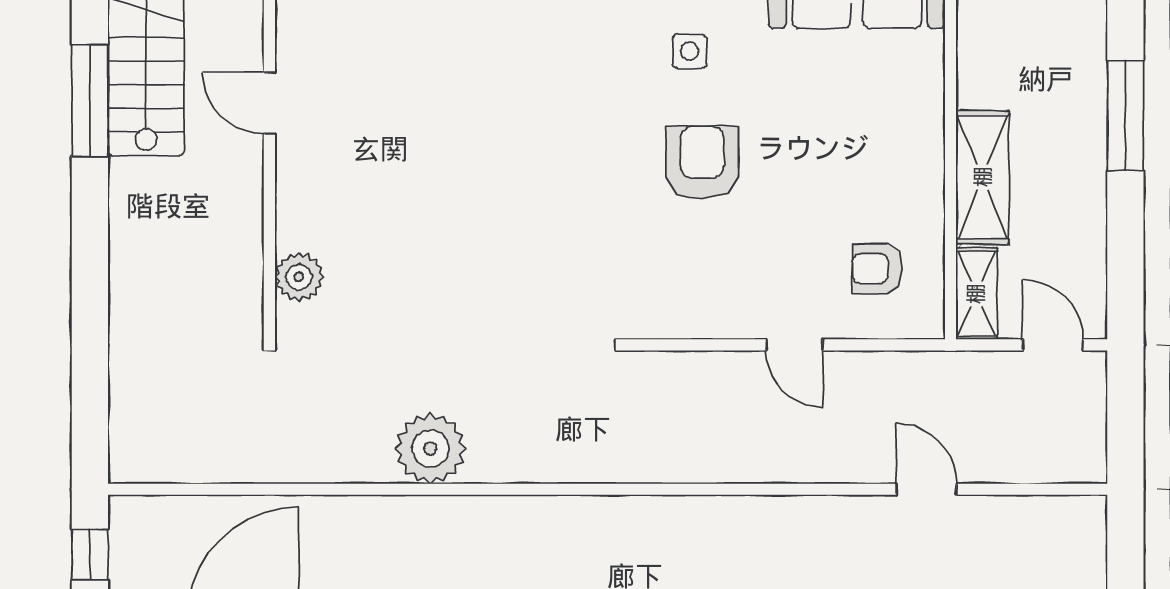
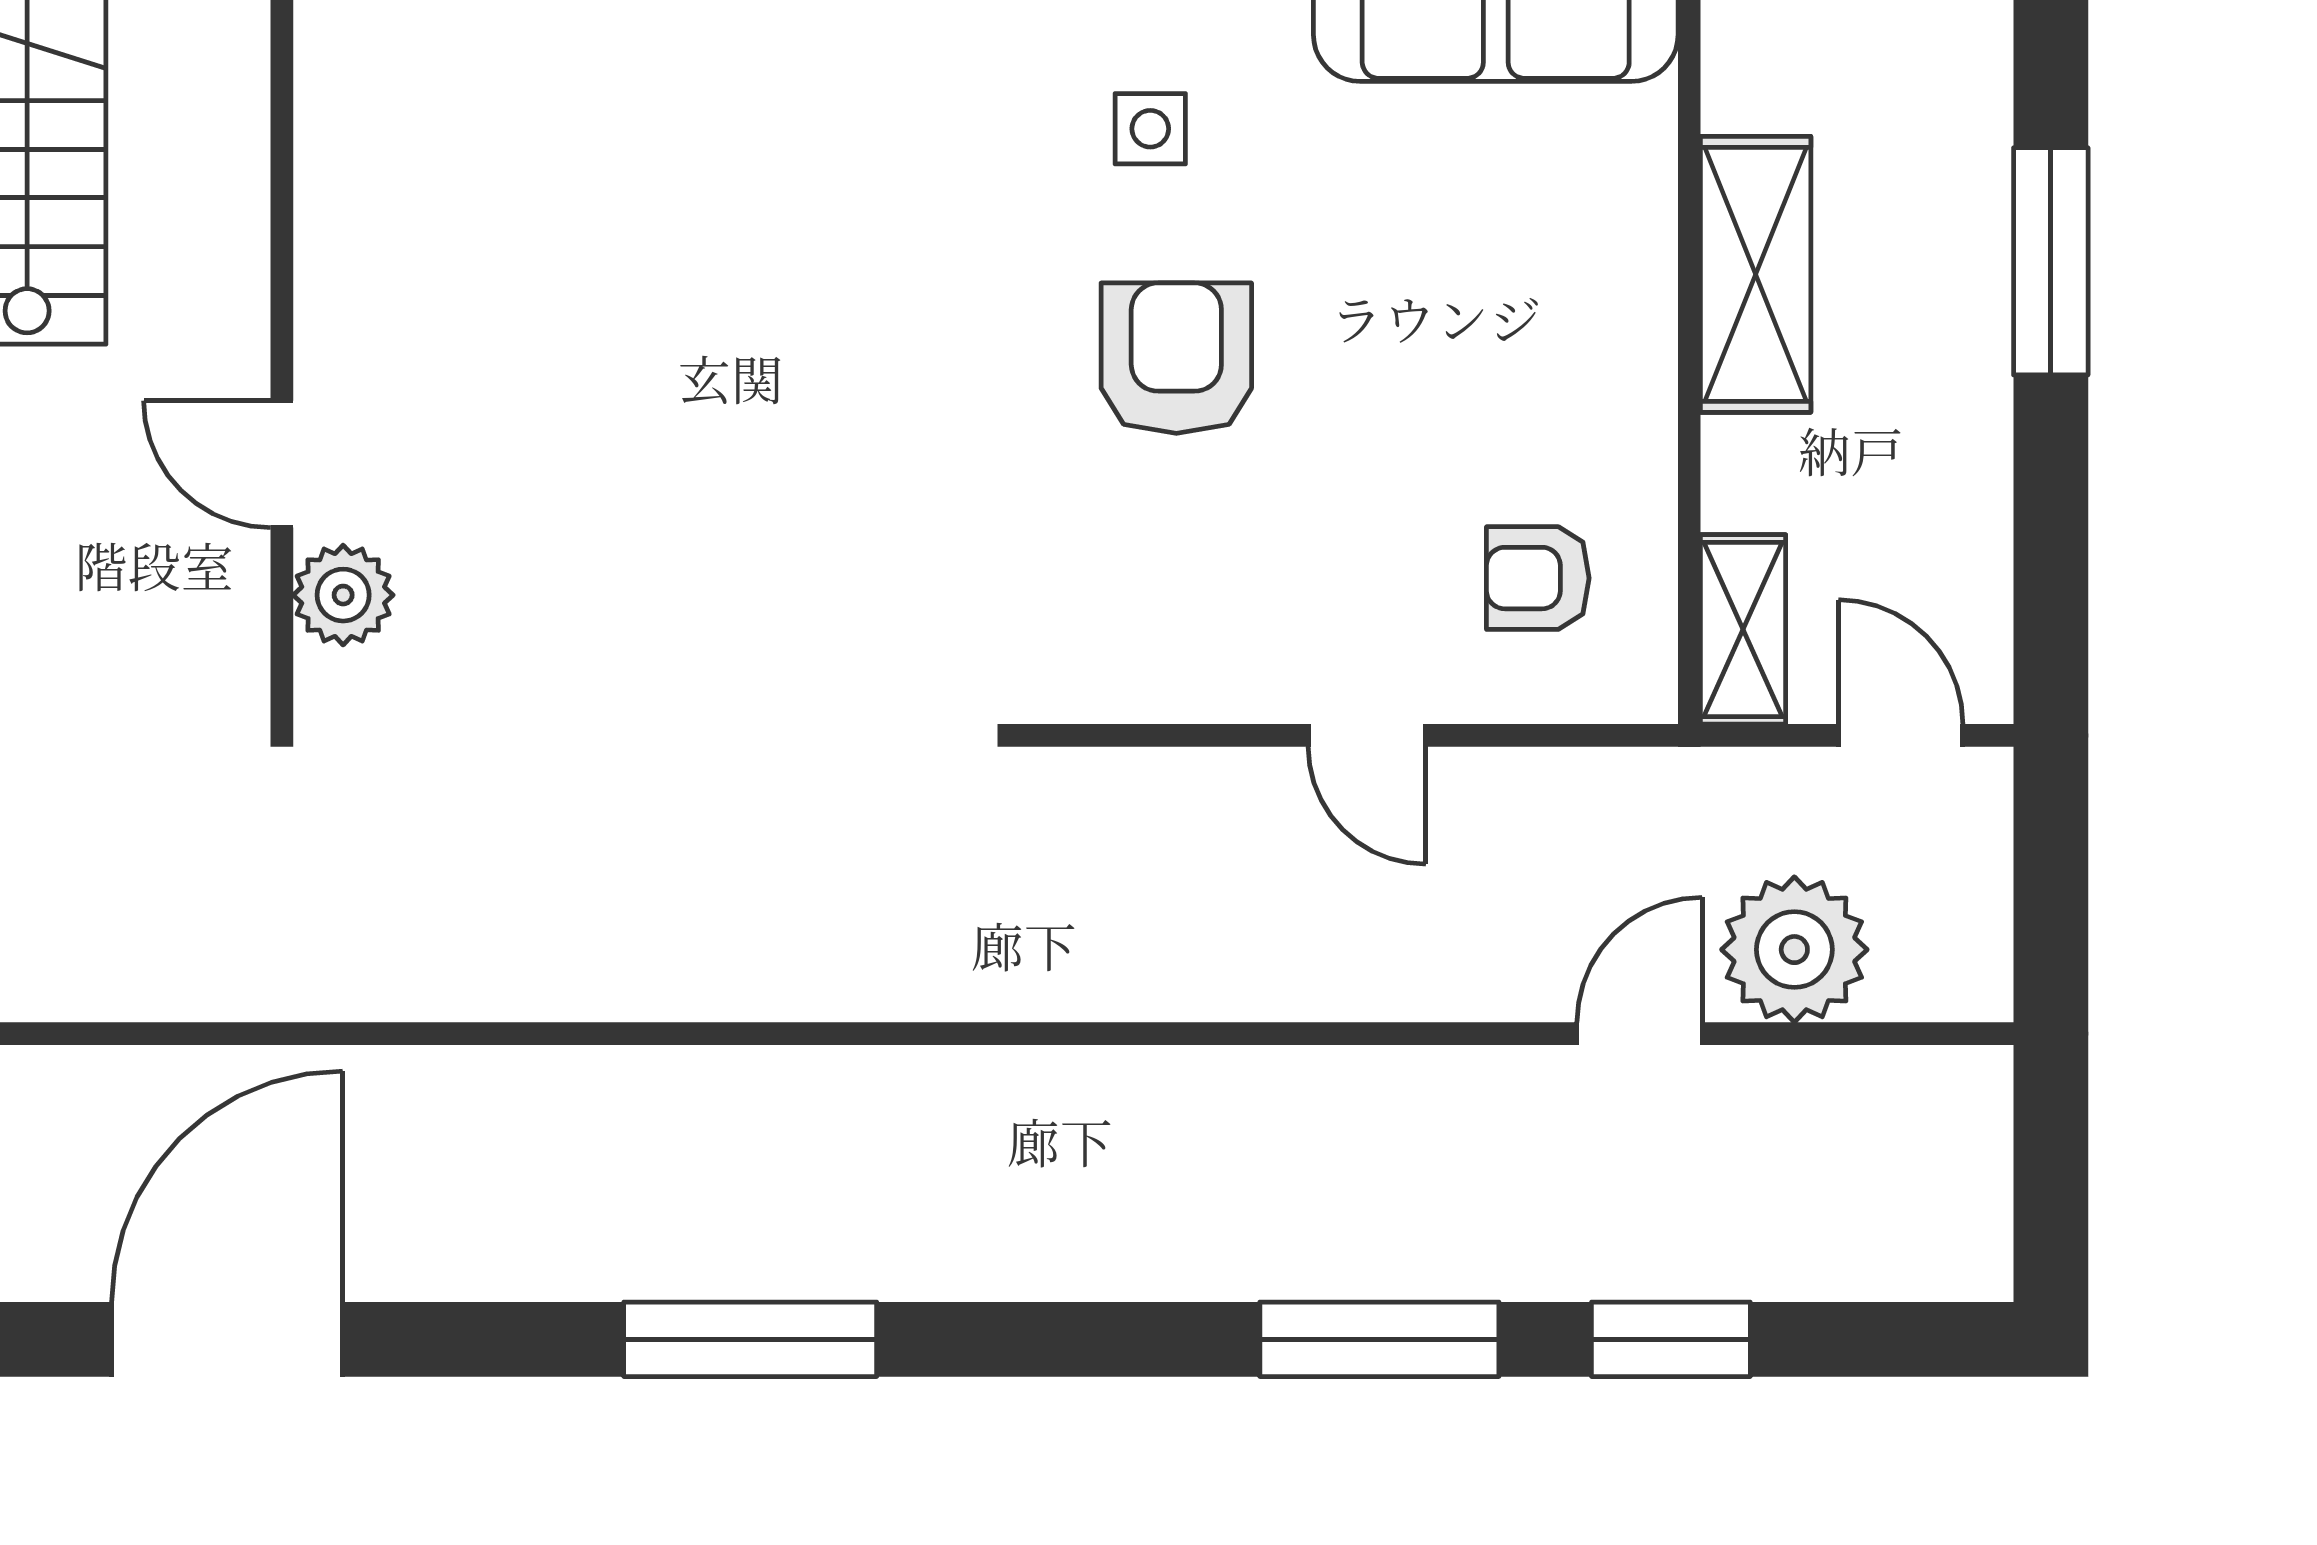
door: (269, 103) -> (282, 464), moved
shelving: (983, 177) -> (1756, 274), moved
plant: (430, 449) -> (1794, 950), moved
door: (926, 489) -> (1640, 1034), hinge flipped

